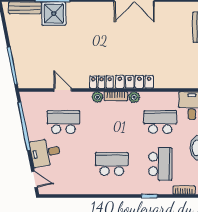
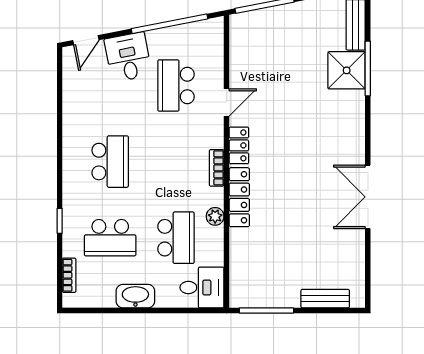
door: (63, 90) -> (227, 103), moved
plant: (98, 97) -> (215, 139), removed
plant: (134, 97) -> (215, 216), moved
school desk: (63, 122) -> (176, 85), turned 180

